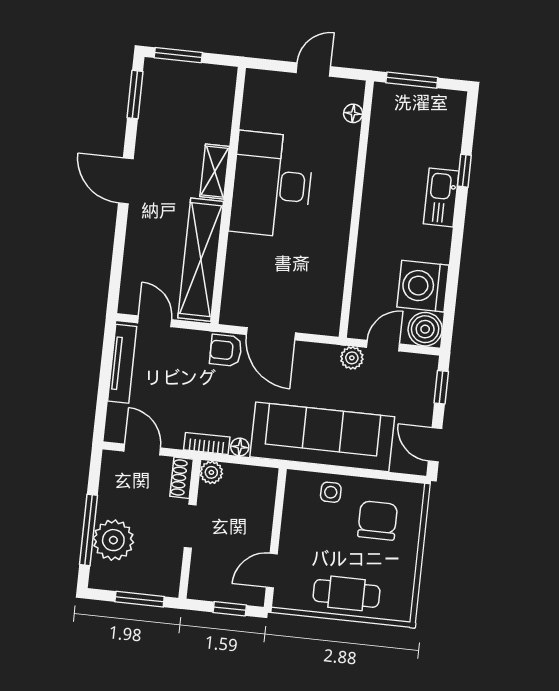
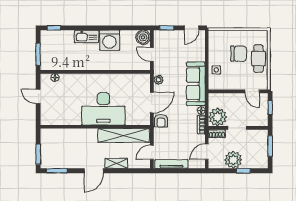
window: (464, 171) -> (54, 28), moved
shelving: (215, 172) -> (116, 163), moved
desk: (272, 185) -> (103, 109), moved
washing machine: (423, 286) -> (109, 40), moved
plant: (352, 358) -> (158, 80), moved
sofa: (322, 437) -> (196, 84), width x0.74, depth x0.79
plant: (211, 472) -> (218, 117), width x1.88, depth x1.88
chair: (378, 520) -> (239, 54), moved, turned 180
window: (88, 530) -> (243, 171), width x0.46
plant: (113, 540) -> (233, 160), moved

